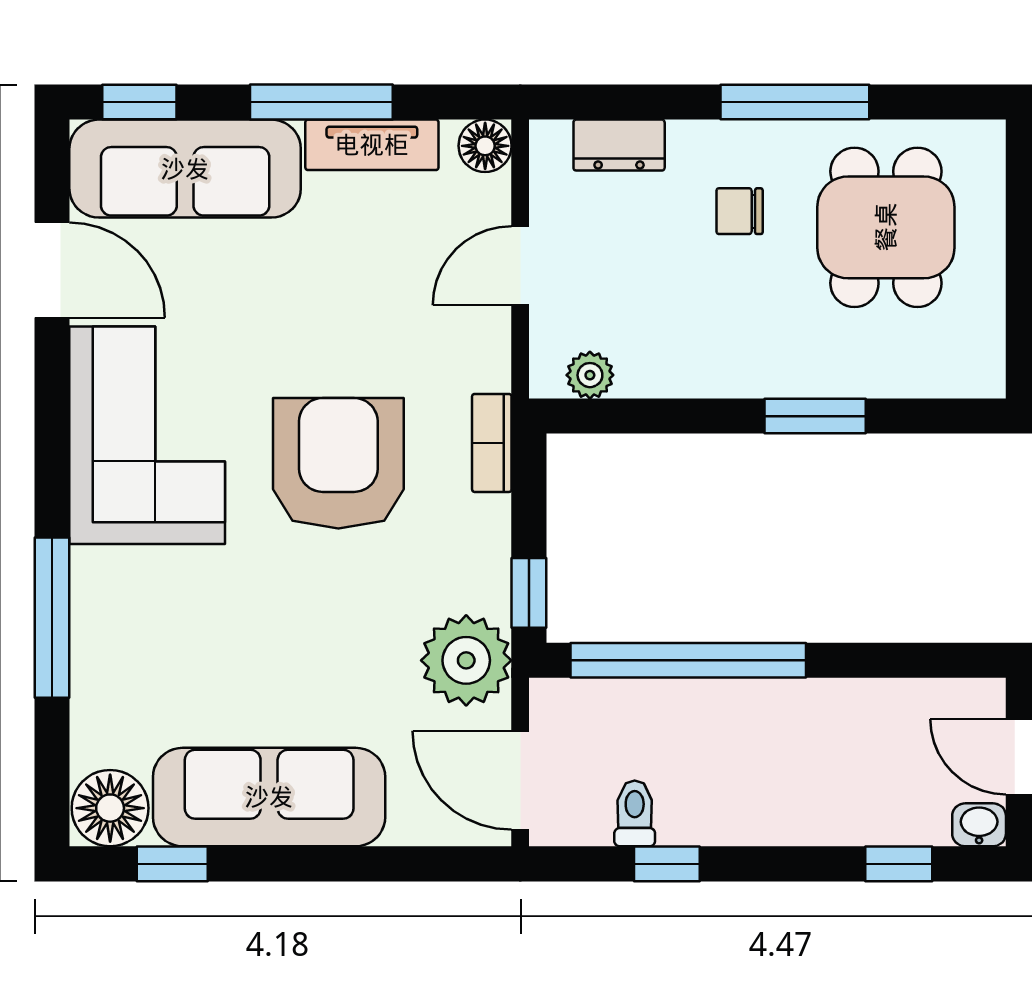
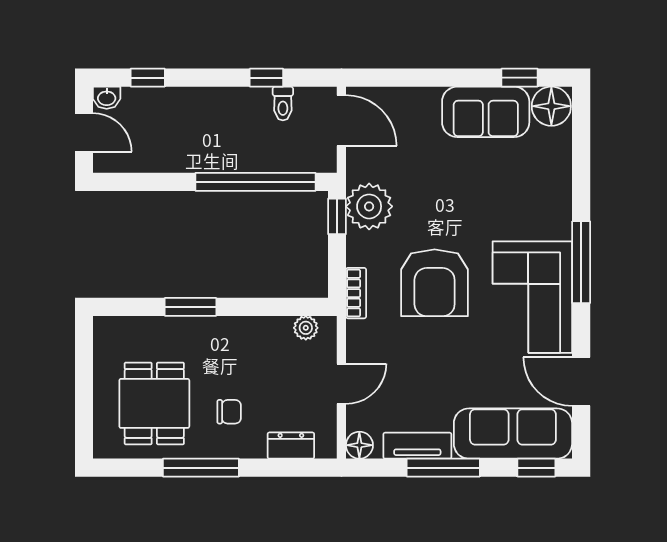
window: (52, 618) -> (581, 262), moved
plant: (466, 660) -> (369, 206), moved
sofa: (269, 797) -> (486, 112), width x0.73

